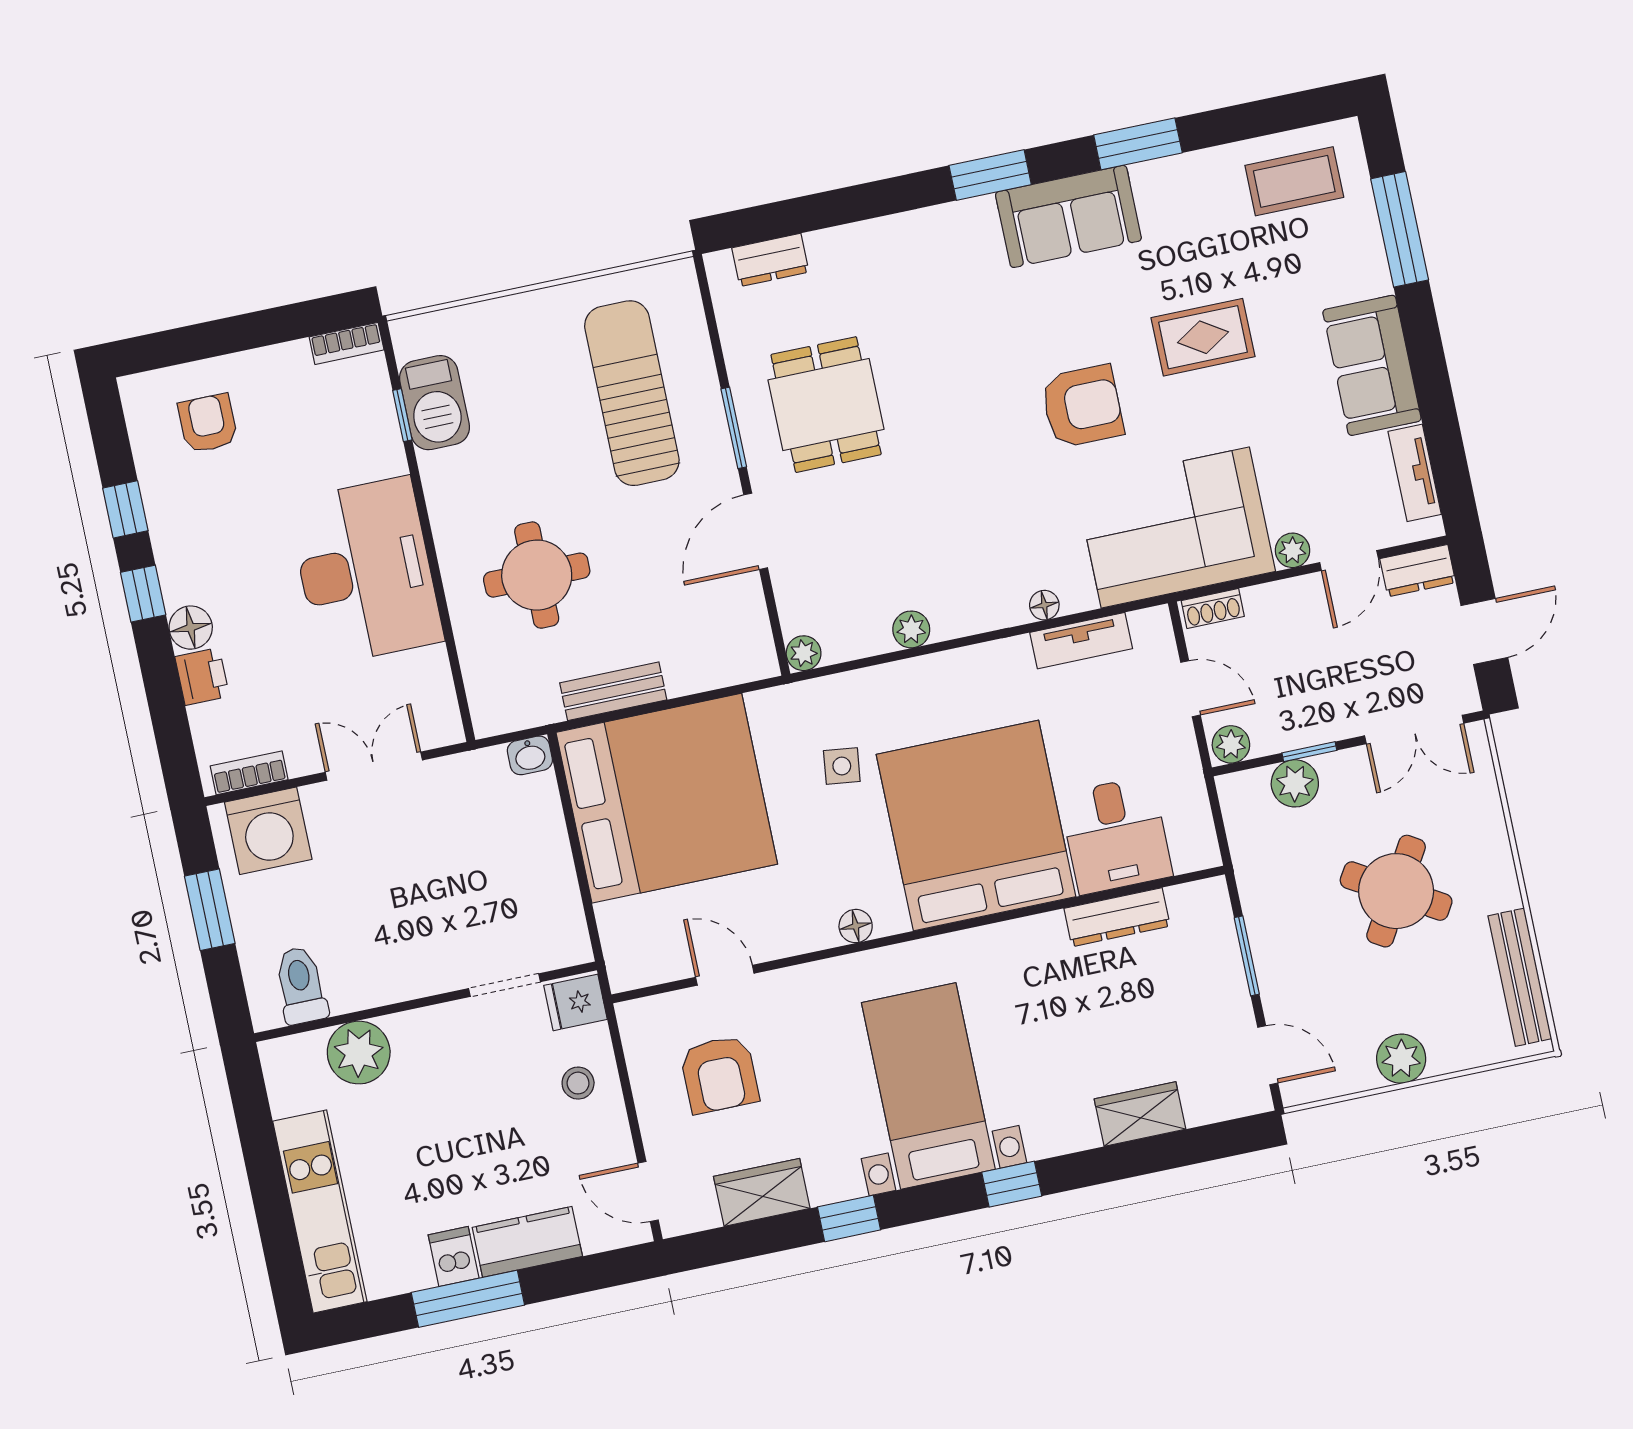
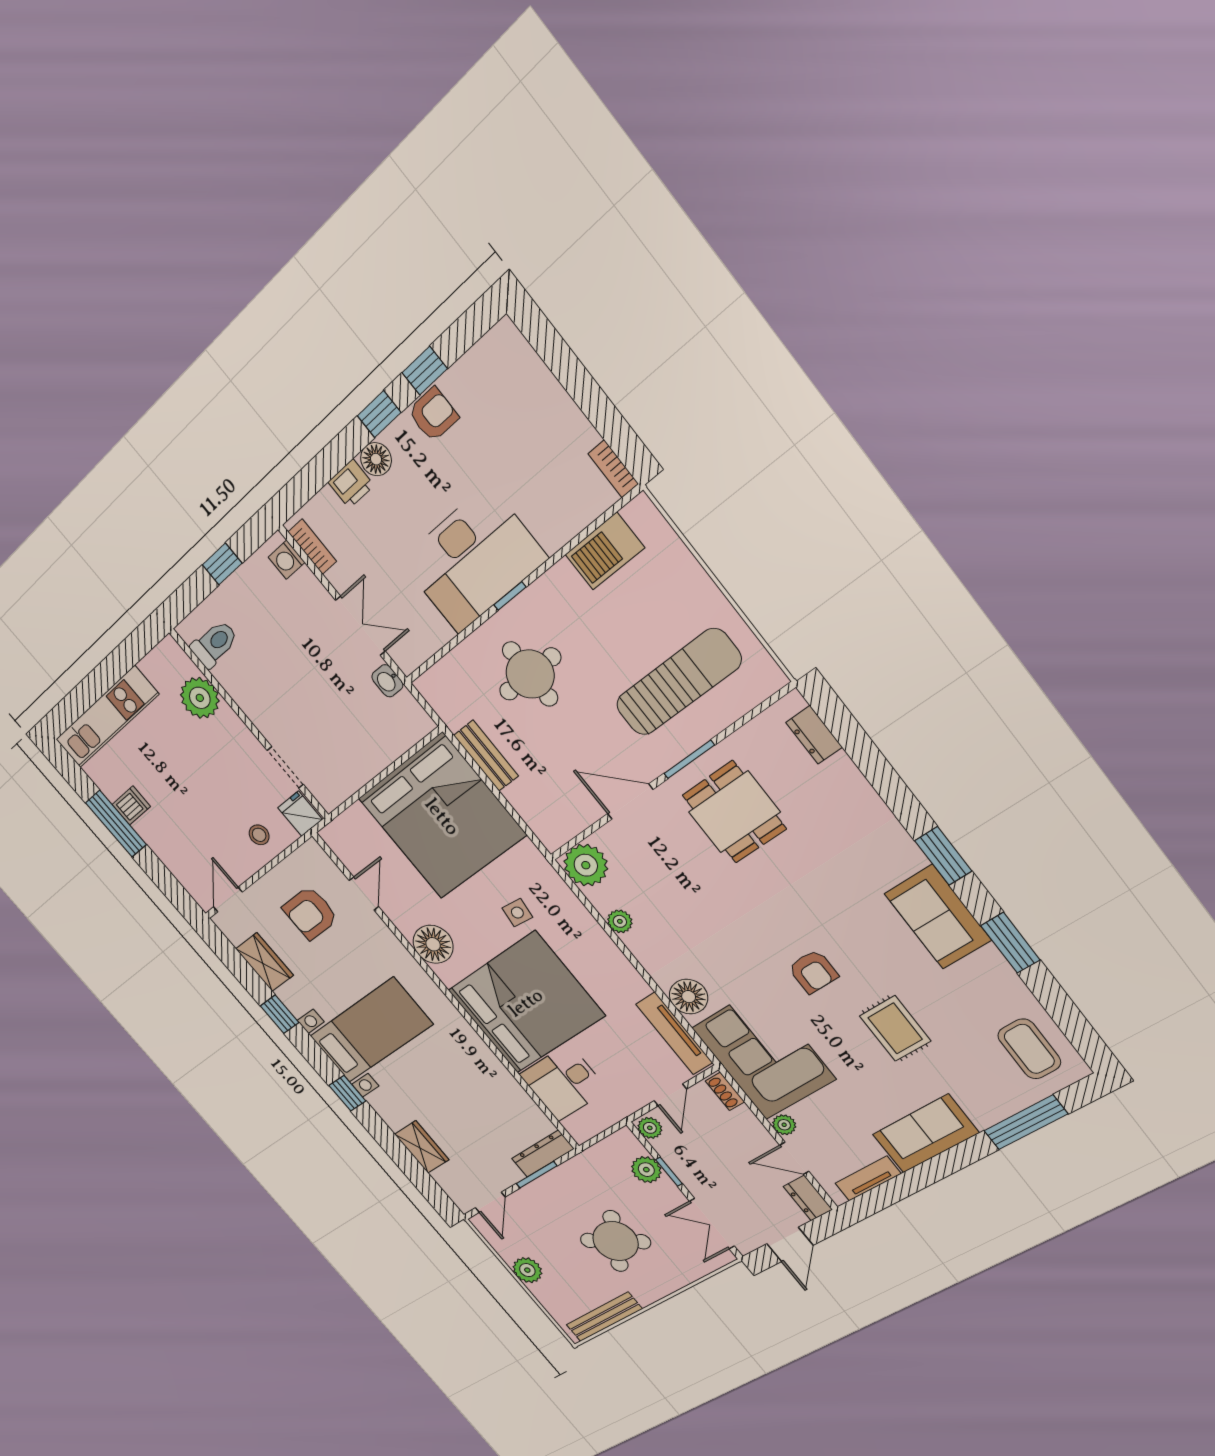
dining table: (826, 405) -> (734, 812), turned 90
armchair: (1082, 406) -> (813, 972), width x0.72, depth x0.72
window: (402, 415) -> (510, 596), moved
armchair: (208, 423) -> (433, 414), moved
floor lamp: (1044, 605) -> (689, 997), width x1.89, depth x1.89
door: (1484, 632) -> (790, 1244), hinge flipped
tv unit: (1081, 641) -> (674, 1033), width x1.41
plant: (804, 653) -> (586, 865), width x1.87, depth x1.87
washbasin: (530, 755) -> (387, 681), moved
washing machine: (268, 831) -> (287, 560), width x0.53, depth x0.53
window: (210, 910) -> (222, 564), width x0.67
dresser: (1117, 917) -> (543, 1154), moved, turned 90
floor lamp: (856, 926) -> (433, 944), width x1.89, depth x1.89
kitchen counter: (527, 1242) -> (163, 844), removed

